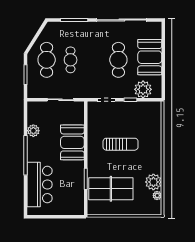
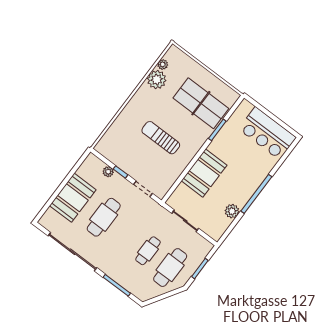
plant: (143, 89) -> (108, 172), width x0.53, depth x0.53
bar counter: (40, 185) -> (267, 133), moved, turned -90

